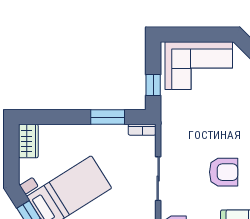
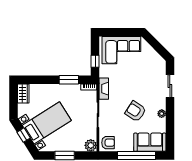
fireplace: (168, 133) -> (104, 89), added
armchair: (224, 172) -> (136, 111), turned -147

